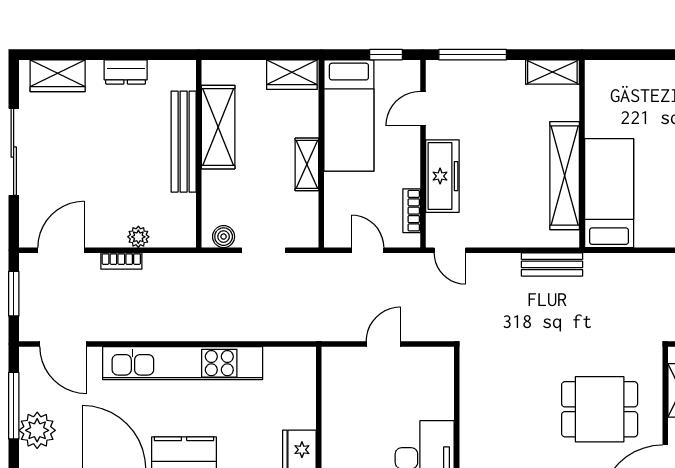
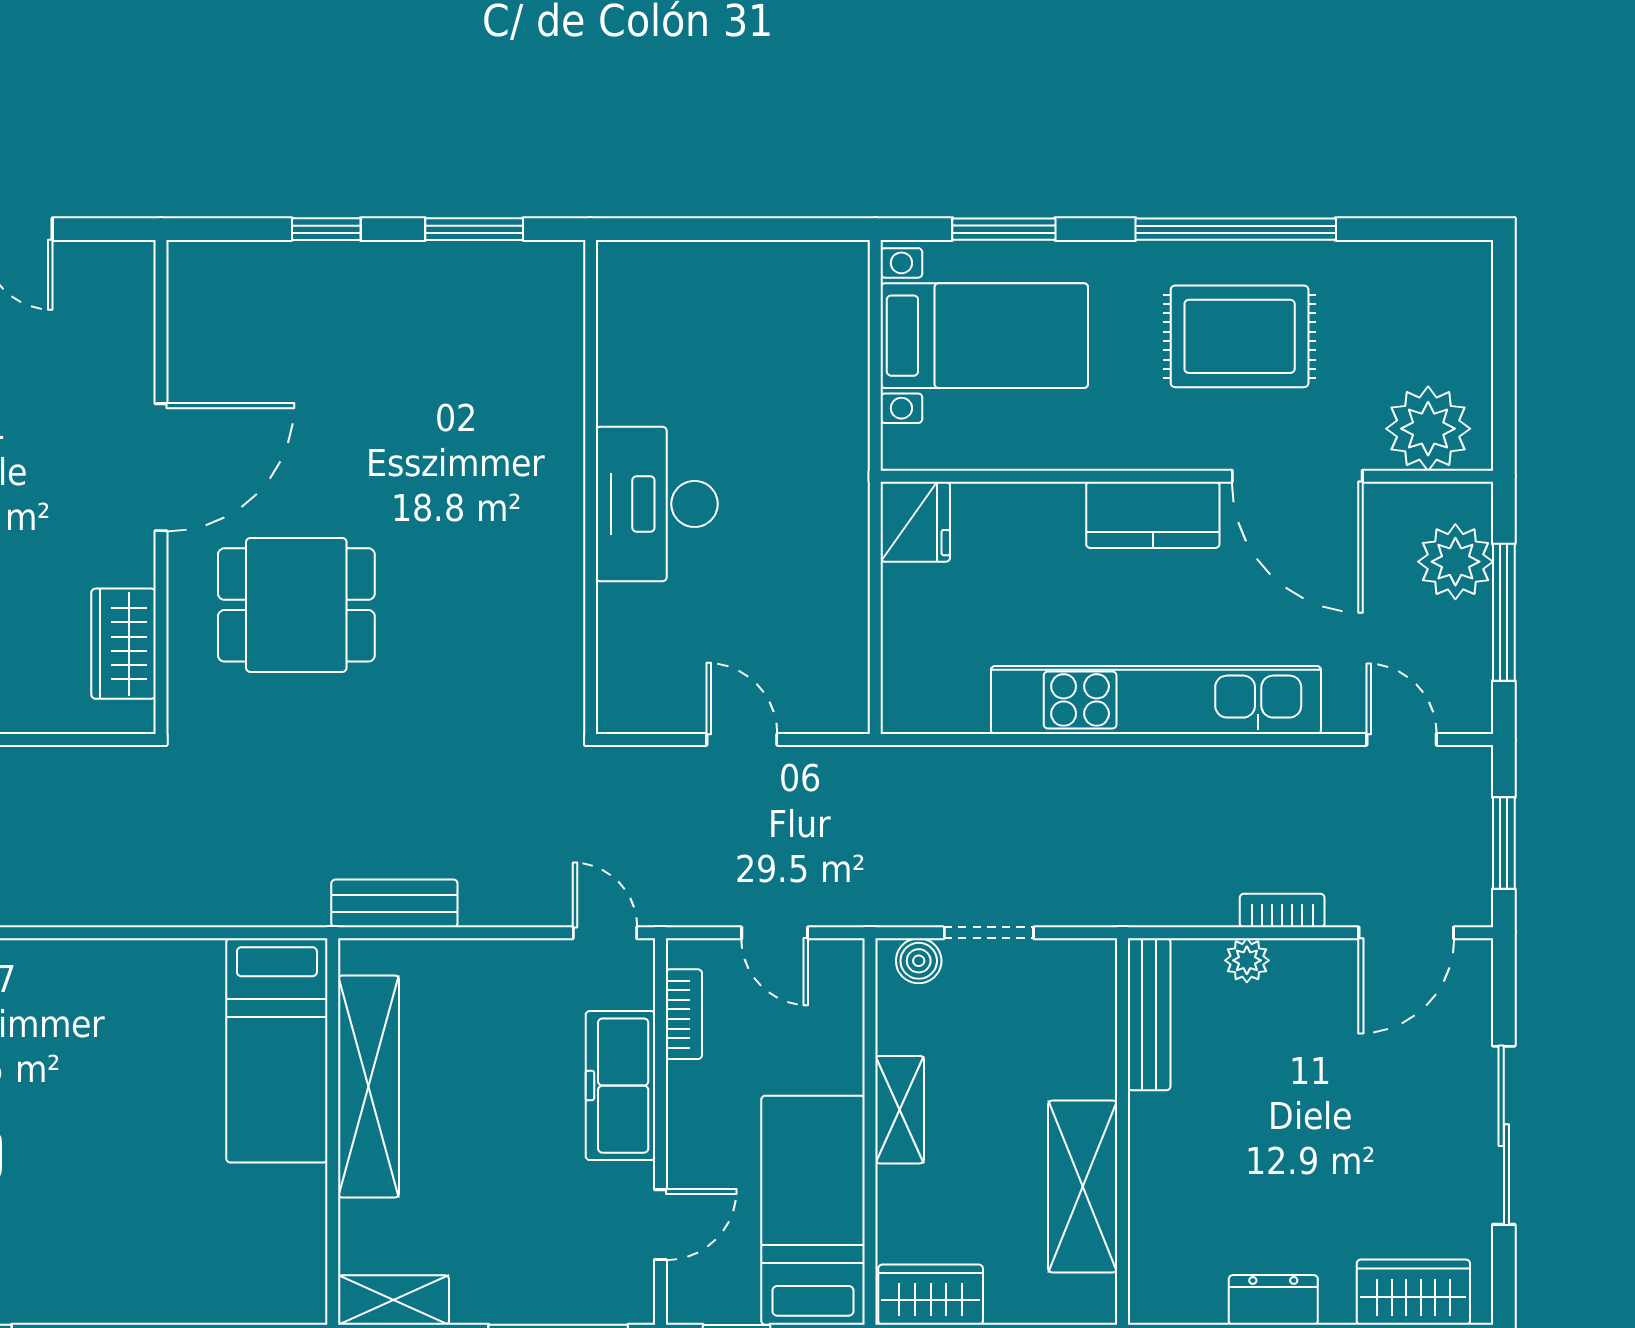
bench: (184, 142) -> (1149, 1014), moved, width x0.73, depth x0.82
boiler: (224, 237) -> (919, 961), moved
door: (63, 344) -> (1402, 739), width x0.73
door: (383, 344) -> (742, 739), swing flipped

